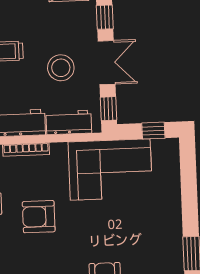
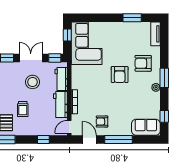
corner sofa: (110, 170) -> (87, 43), moved
armchair: (39, 217) -> (120, 75), moved

